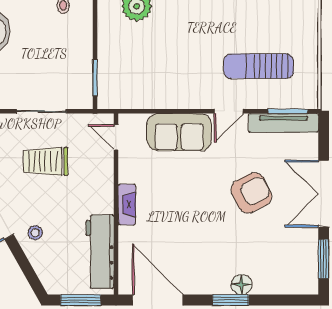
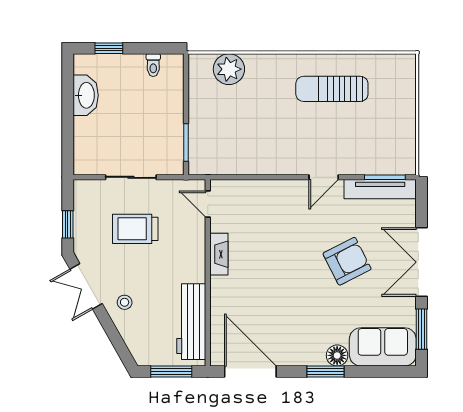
sun lounger: (259, 66) -> (332, 89), moved
sofa: (179, 132) -> (383, 347), moved, turned 180
fireplace: (127, 204) -> (219, 254), moved

